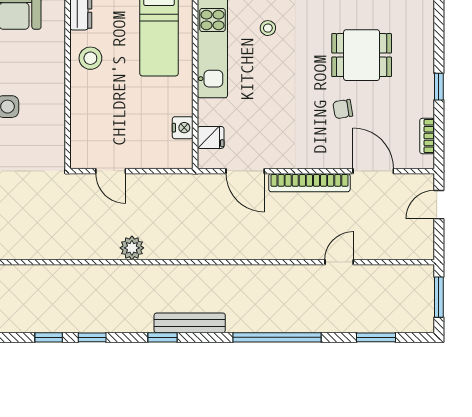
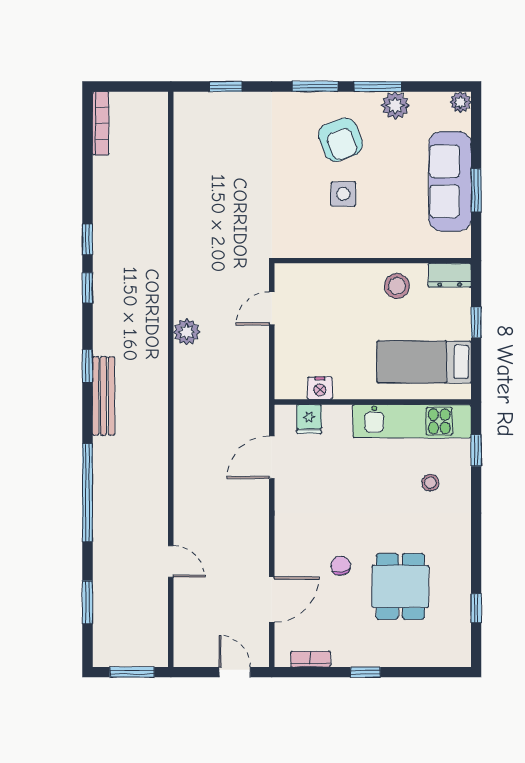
bookcase: (309, 183) -> (259, 529), removed

